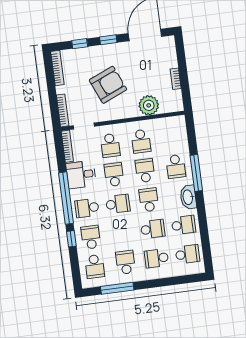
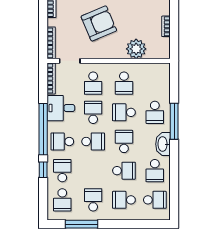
school desk: (145, 171) -> (124, 112), turned -90
school desk: (184, 225) -> (155, 171), turned 90

